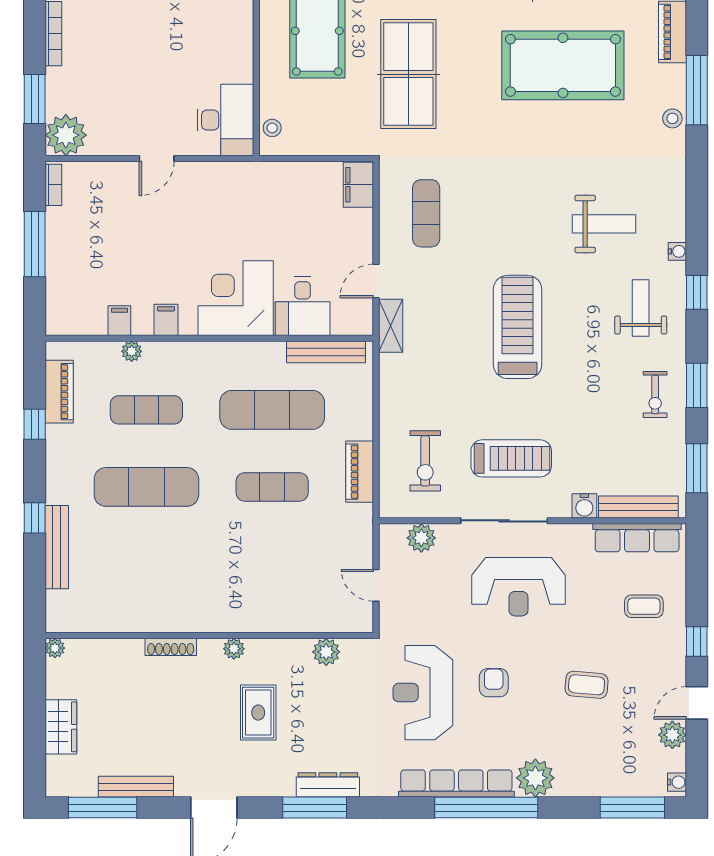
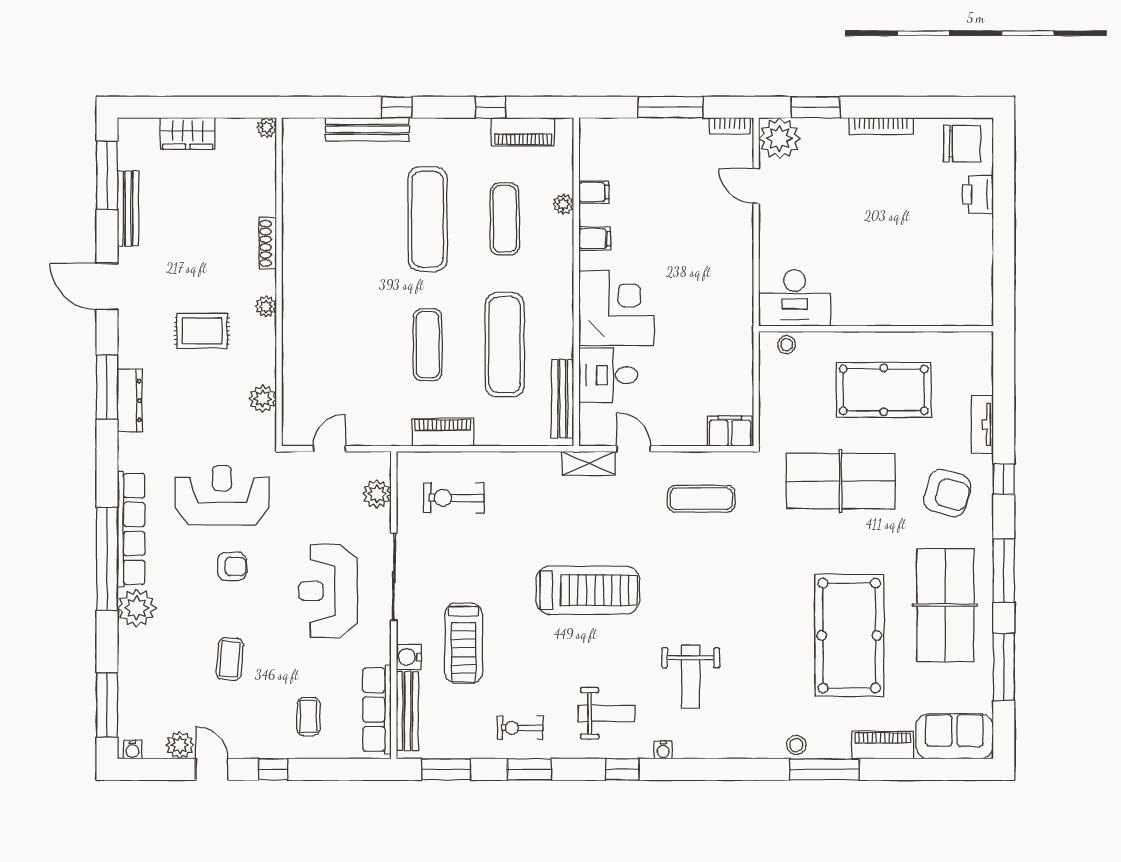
door: (157, 158) -> (756, 186), moved
treadmill: (511, 458) -> (464, 643), moved

